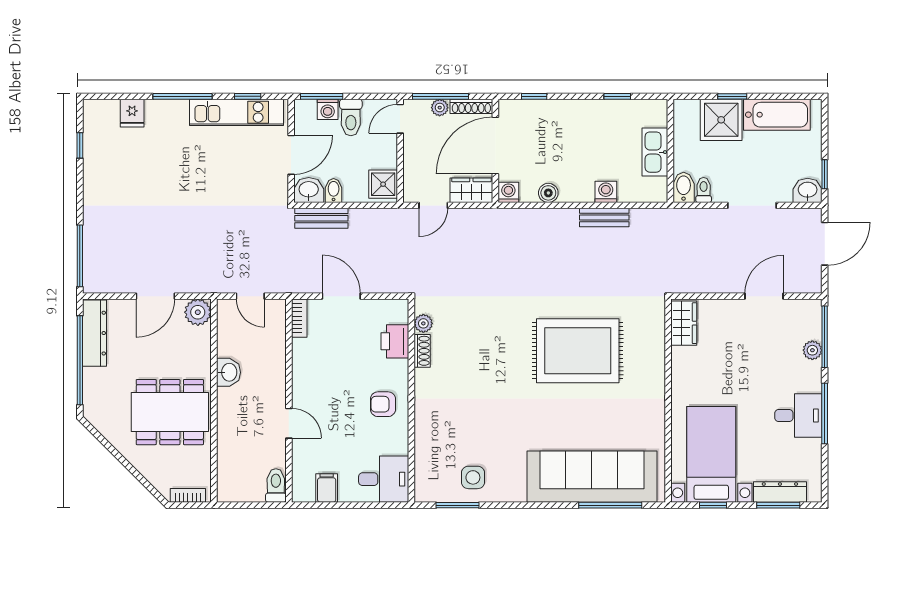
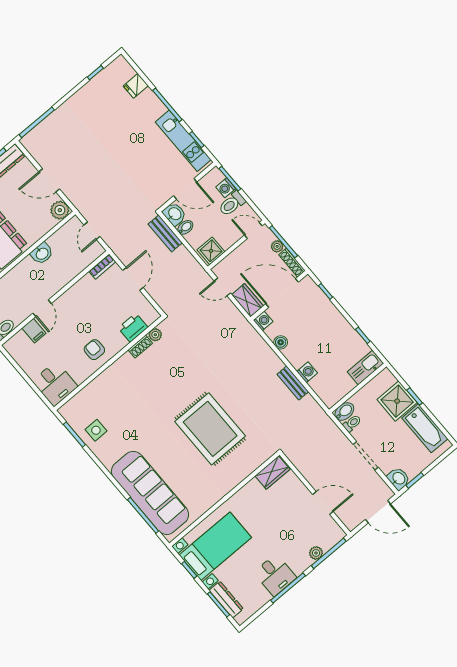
kitchen sink: (655, 152) -> (366, 367), moved
filing cabinet: (327, 488) -> (34, 331), moved, turned 90

